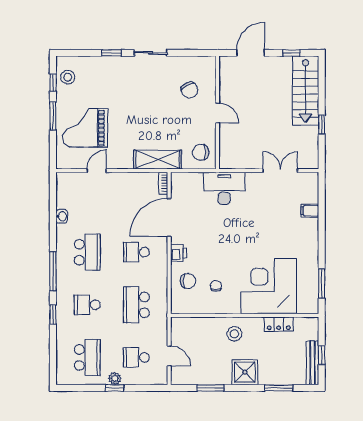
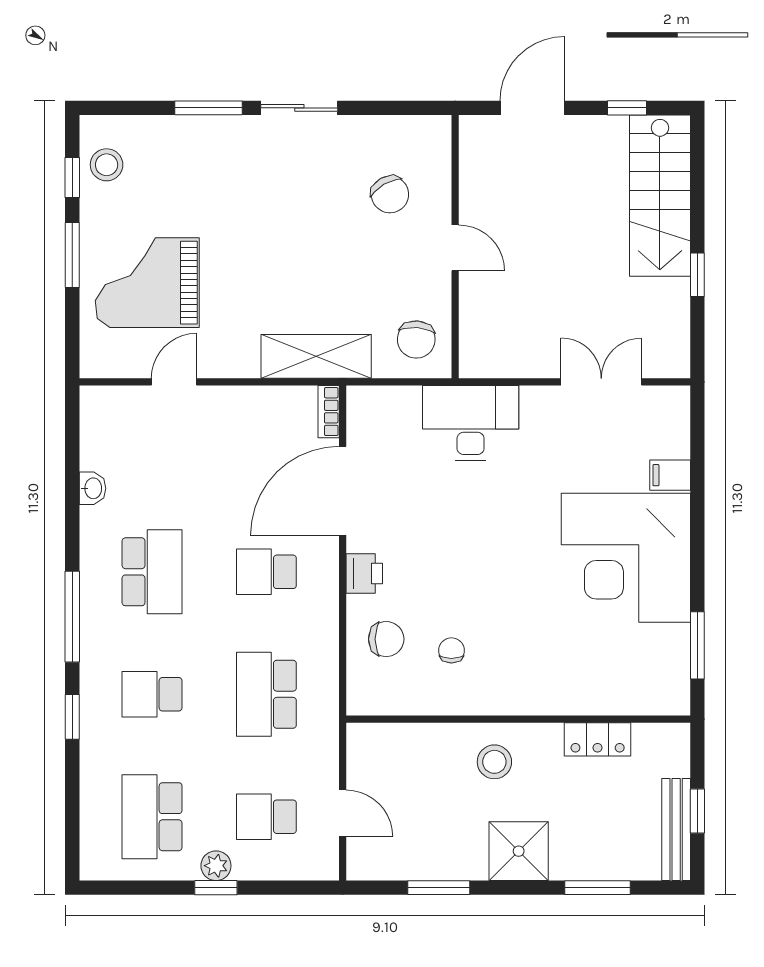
window: (112, 53) -> (209, 108), width x1.50
chair: (201, 152) -> (416, 340), turned -85
corner desk: (269, 286) -> (626, 558), moved, turned -90
school desk: (87, 357) -> (152, 817), turned 180

